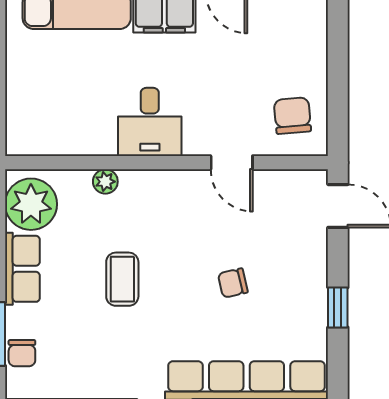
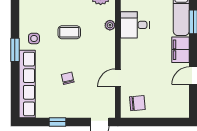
desk: (150, 122) -> (135, 25), moved
side table: (137, 364) -> (34, 39), added

